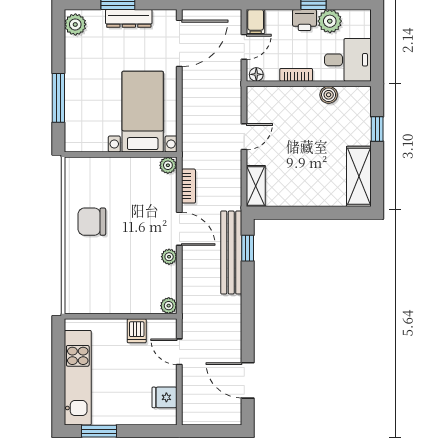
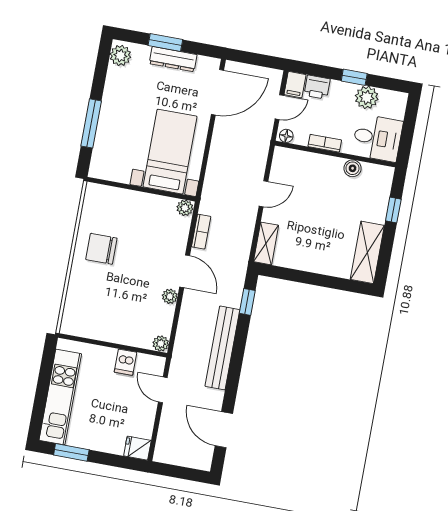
printer: (304, 20) -> (317, 87), moved
bench: (231, 253) -> (222, 348), moved
fridge: (164, 397) -> (137, 448), moved

